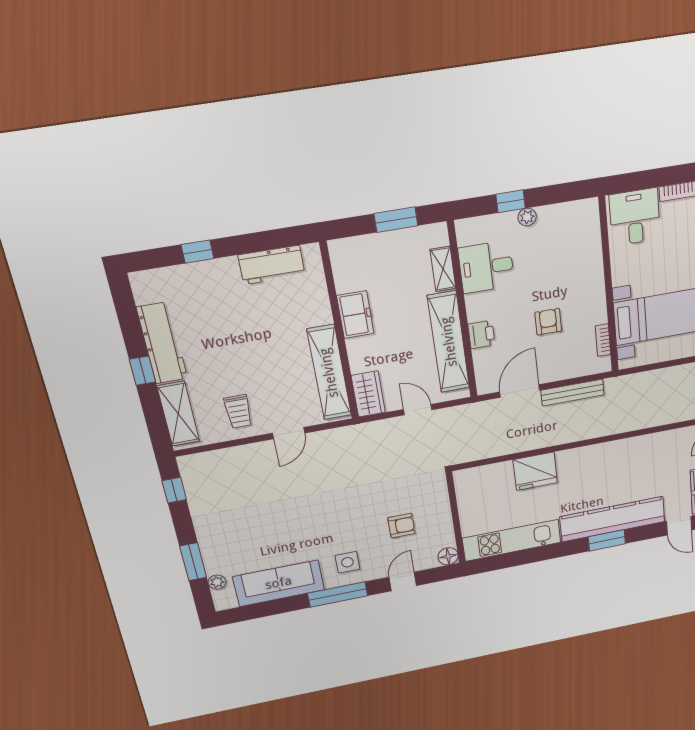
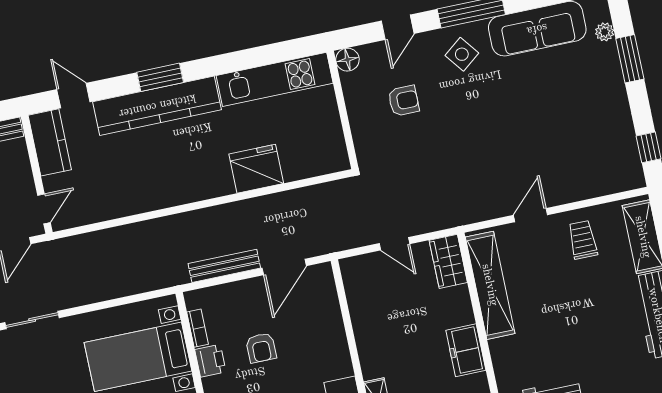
printer: (481, 335) -> (210, 361), moved, turned 180
shelving: (449, 342) -> (367, 322), removed
armchair: (401, 526) -> (404, 101), turned 180
side table: (347, 562) -> (462, 54), turned -38

